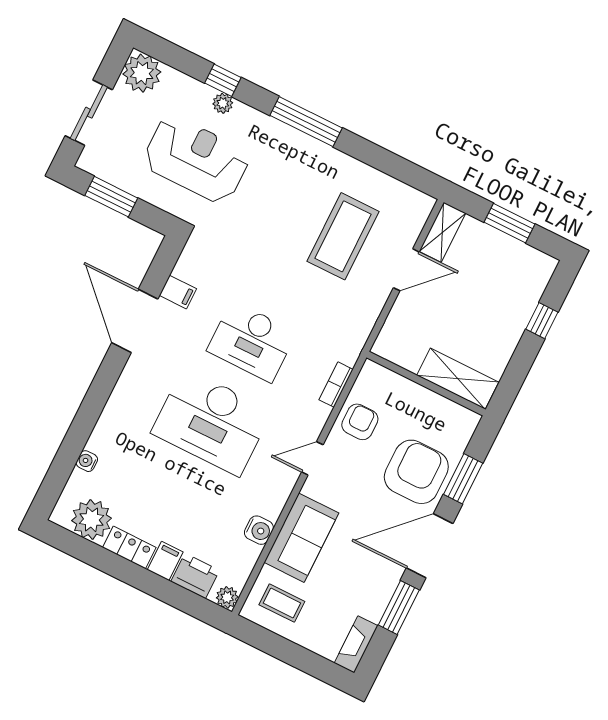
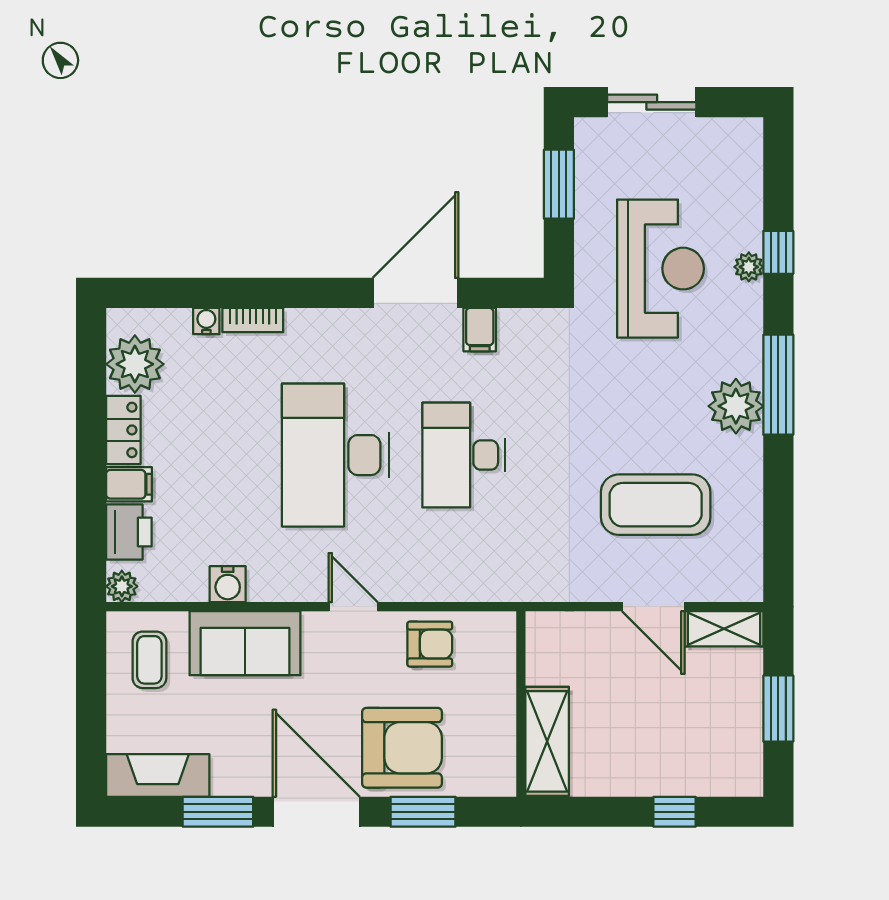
plant: (142, 73) -> (736, 406), moved
bookcase: (336, 385) -> (253, 320), moved, turned 180
fireplace: (356, 644) -> (158, 776), width x1.37, depth x1.32

